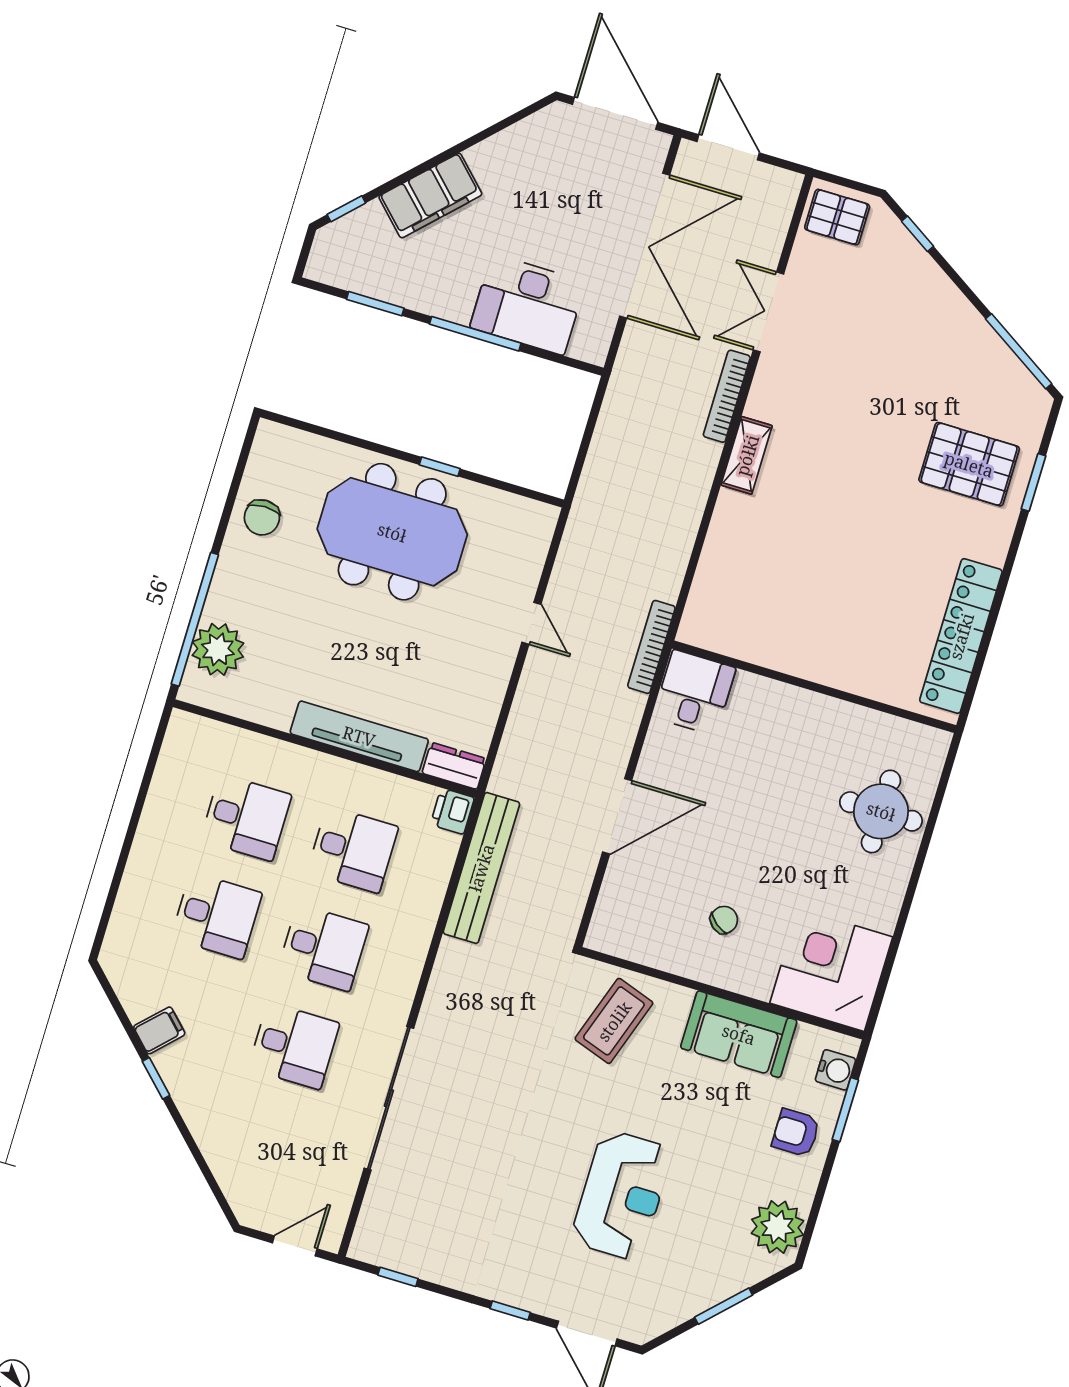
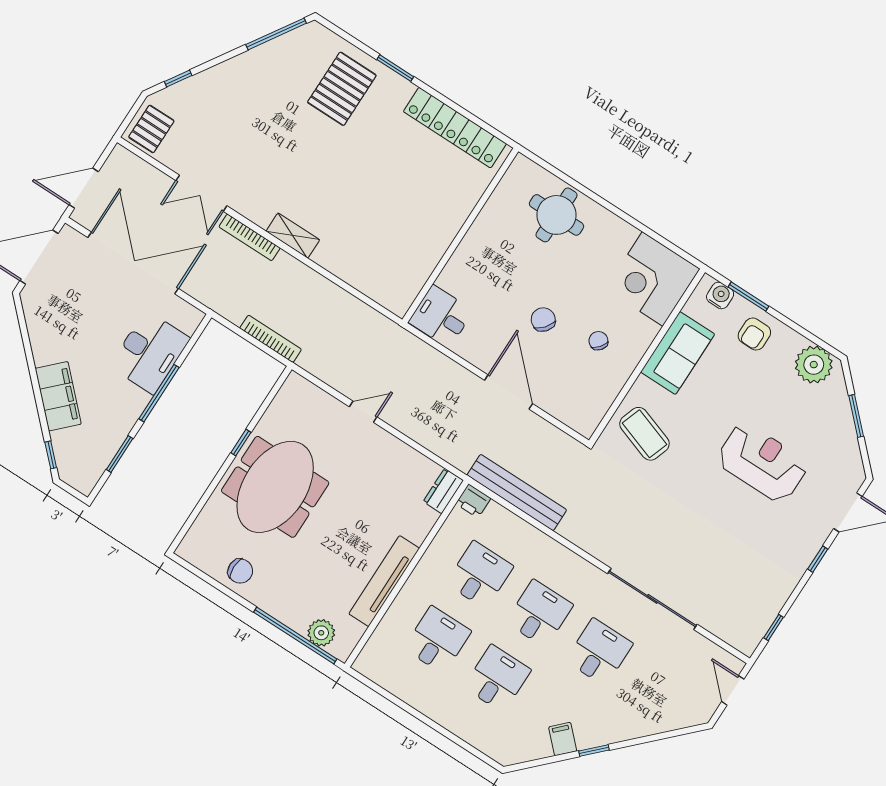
window: (1033, 482) -> (395, 68), moved
bookcase: (651, 647) -> (271, 339), moved, turned 180
plant: (218, 649) -> (321, 633), width x0.73, depth x0.73
tv unit: (359, 736) -> (384, 581), moved
chair: (731, 835) -> (543, 320), added

